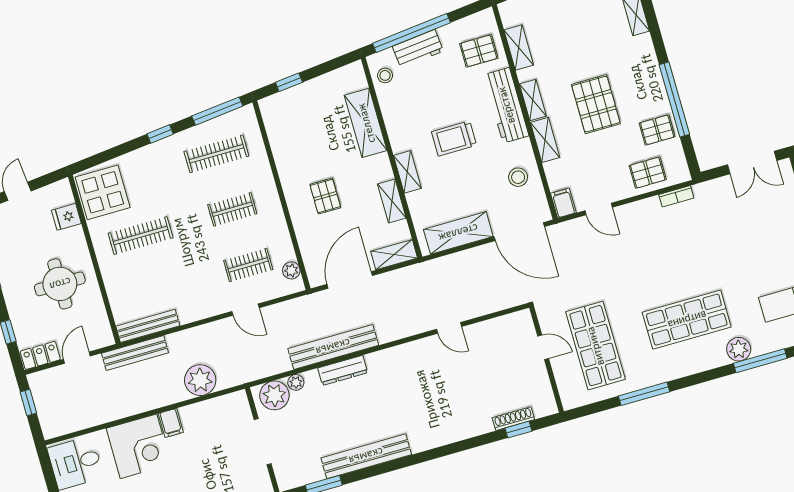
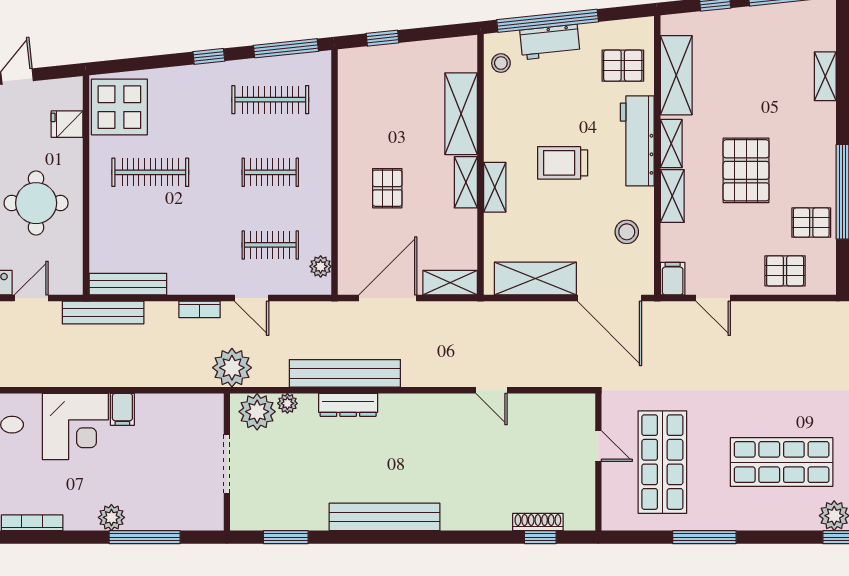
shelving: (519, 47) -> (676, 75), width x1.50, depth x1.33
bookcase: (676, 196) -> (200, 309), moved
shelving: (392, 201) -> (466, 182), moved
plant: (200, 380) -> (232, 368), moved
bench: (366, 456) -> (385, 517), moved

